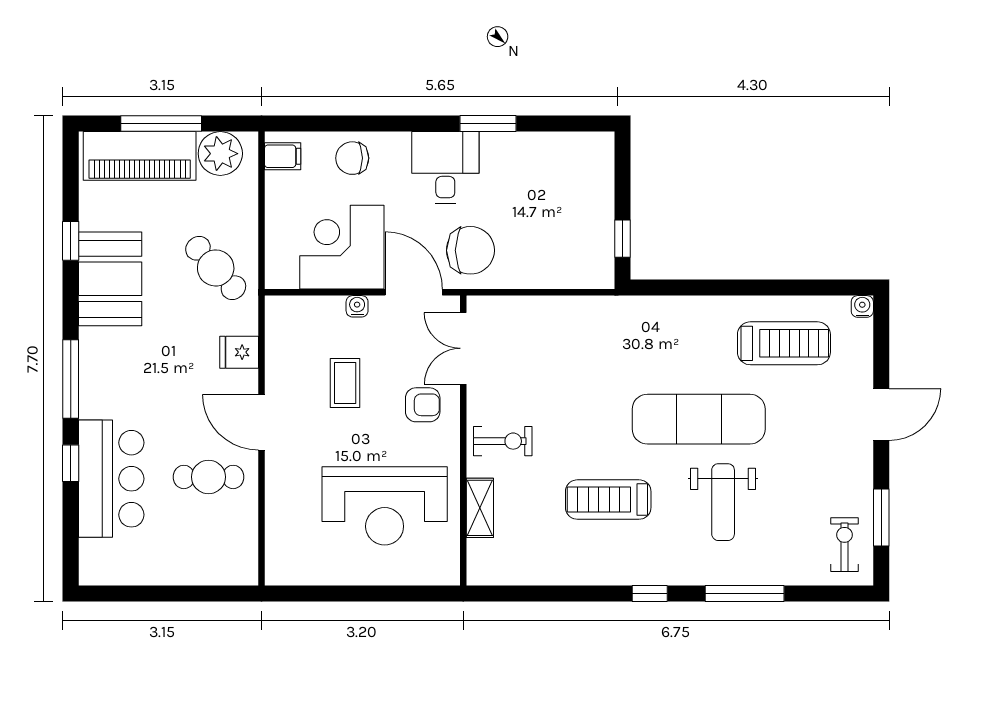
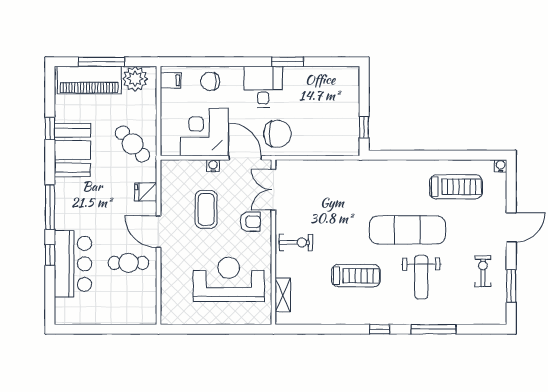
coffee table: (345, 383) -> (206, 209), width x1.36, depth x1.30
treadmill: (608, 500) -> (356, 276), turned 180
reception desk: (385, 506) -> (229, 279), turned 180
shelving: (480, 508) -> (283, 295), moved
exercise bike: (844, 545) -> (483, 271), moved

